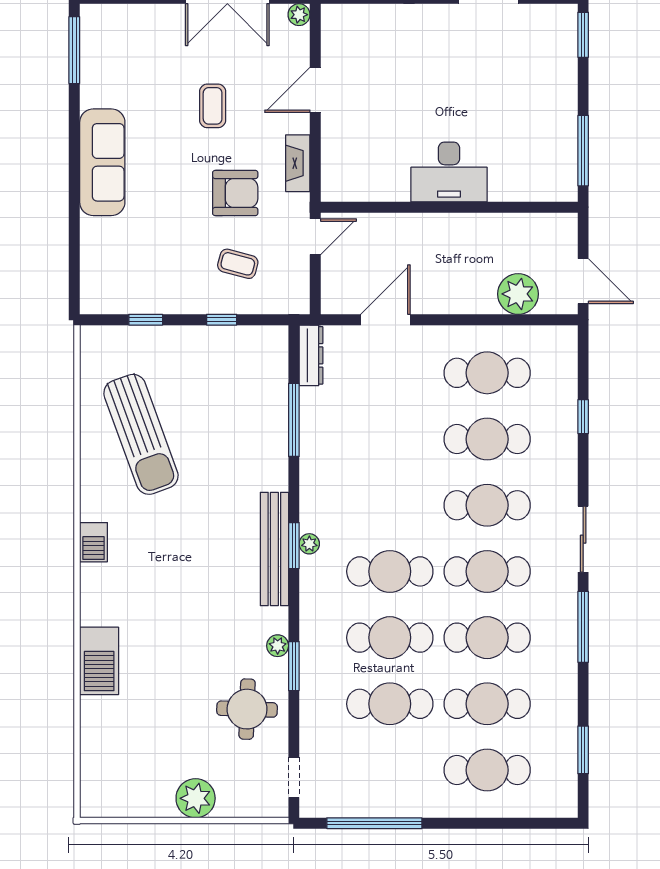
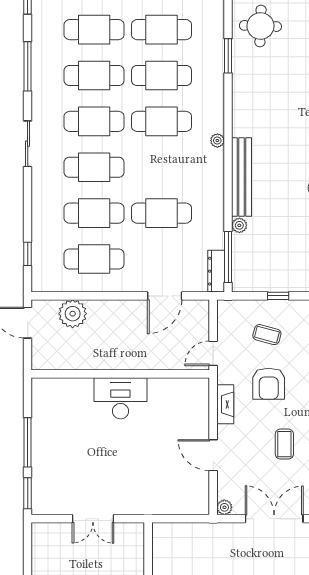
door: (315, 90) -> (213, 455), swing flipped
window: (583, 151) -> (28, 442), moved
armchair: (235, 193) -> (269, 384), turned -90
window: (583, 417) -> (28, 254), moved
window: (294, 420) -> (228, 257), moved
cafe table: (390, 439) -> (161, 213), added
window: (294, 546) -> (228, 139), removed
bench: (274, 549) -> (241, 177), moved
window: (583, 627) -> (28, 66), moved
plant: (278, 646) -> (239, 225), moved

